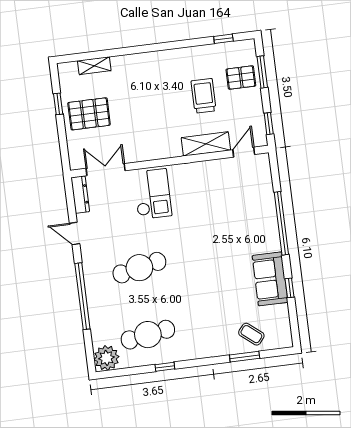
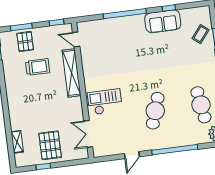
trolley: (204, 96) -> (38, 67), turned 180
shelving: (206, 144) -> (72, 73), width x1.47
dresser: (80, 195) -> (105, 151), removed
cafe table: (139, 268) -> (155, 111), turned 30

